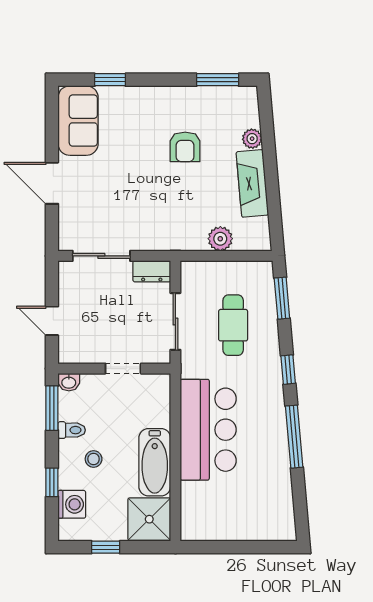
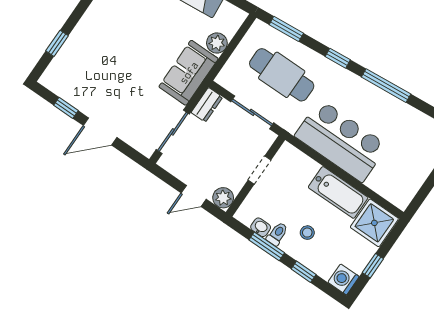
sofa: (78, 121) -> (189, 73), moved, turned -90
window: (52, 133) -> (66, 108), added
armchair: (185, 147) -> (138, 24), removed
cafe table: (233, 325) -> (282, 75), width x1.37, depth x1.35
plant: (70, 351) -> (223, 198), added
washbasin: (69, 382) -> (261, 227), moved, turned -90
window: (52, 408) -> (267, 246), moved
washing machine: (72, 504) -> (344, 279), moved, turned -90

